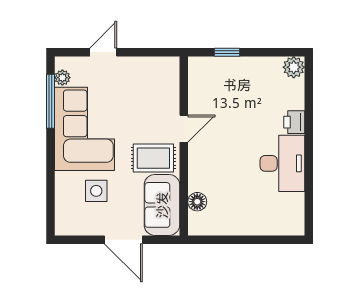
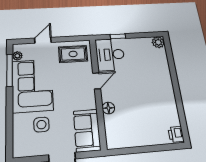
printer: (294, 122) -> (176, 134), moved
rug: (153, 158) -> (73, 54), moved
desk: (282, 163) -> (110, 55), moved, turned 180
floor lamp: (197, 202) -> (108, 108), moved

